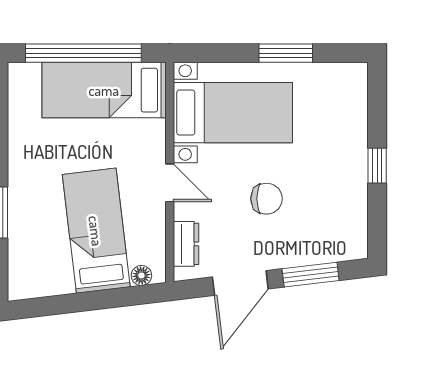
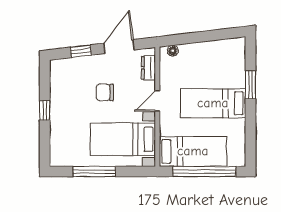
window: (286, 53) -> (94, 171), width x1.44
door: (170, 183) -> (157, 101), hinge flipped
bed: (96, 231) -> (213, 103), moved, turned 97
window: (311, 275) -> (81, 51), width x0.67

